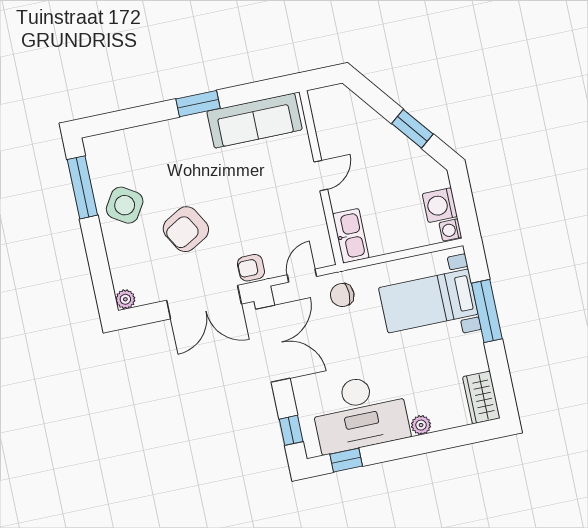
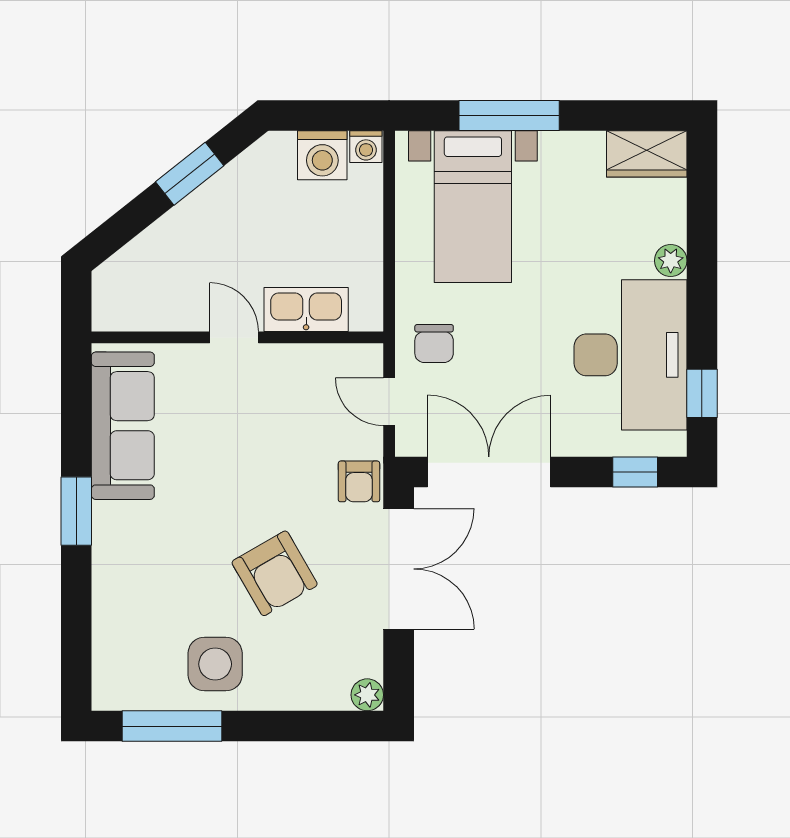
side table: (125, 205) -> (215, 664), turned -32
kitchen sink: (351, 236) -> (306, 310), moved

